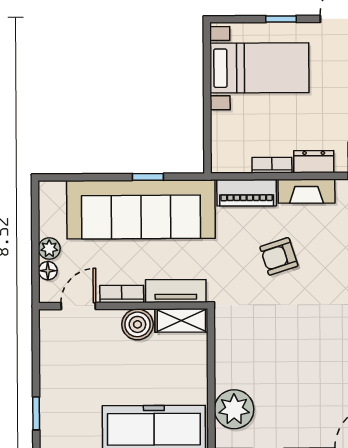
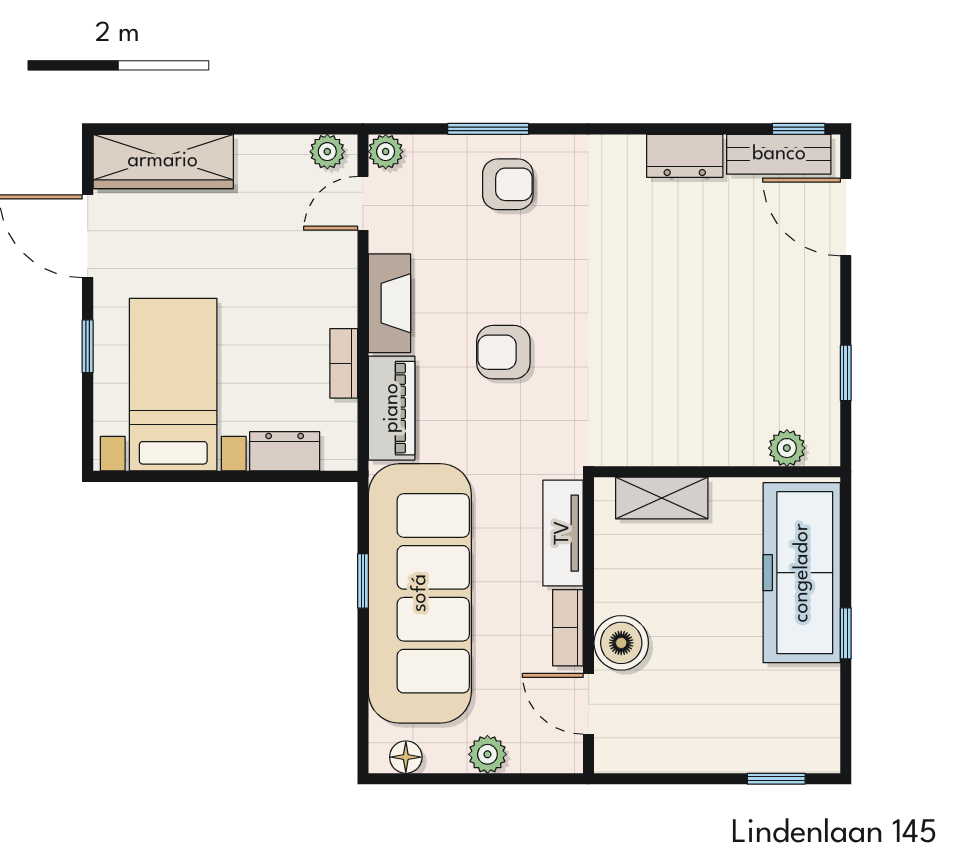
dresser: (314, 162) -> (285, 451), moved, turned 90
armchair: (279, 256) -> (503, 352), turned 108
floor lamp: (48, 271) -> (406, 757), moved
shelving: (181, 320) -> (662, 498), moved, turned 90
boiler: (137, 324) -> (621, 643), moved
plant: (234, 409) -> (787, 448), width x0.53, depth x0.53

